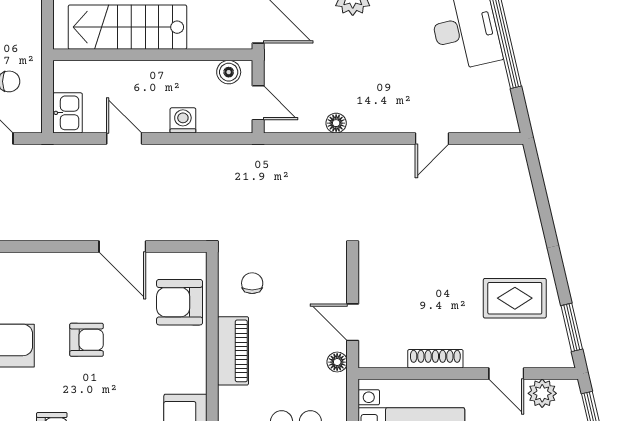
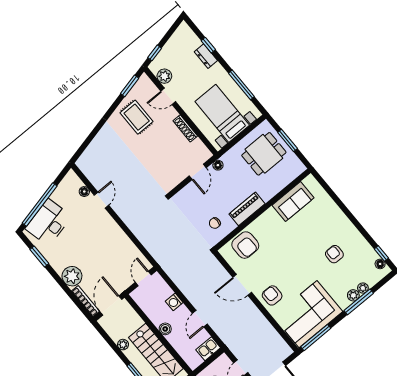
boiler: (229, 72) -> (165, 329), moved
floor lamp: (336, 123) -> (84, 192), moved
door: (432, 139) -> (101, 200), hinge flipped
door: (122, 247) -> (242, 285), swing flipped
armchair: (87, 340) -> (272, 295), moved
door: (506, 374) -> (168, 96), swing flipped

